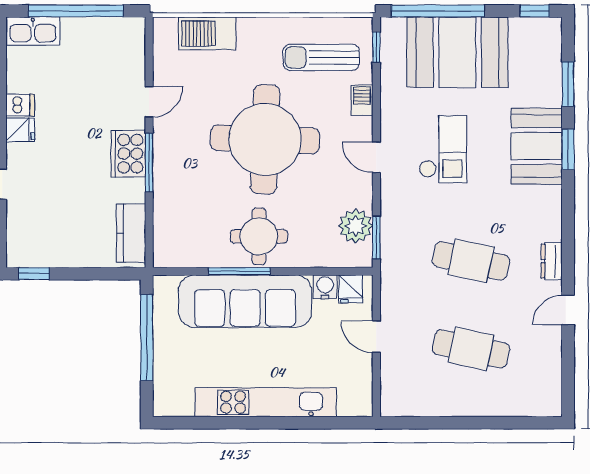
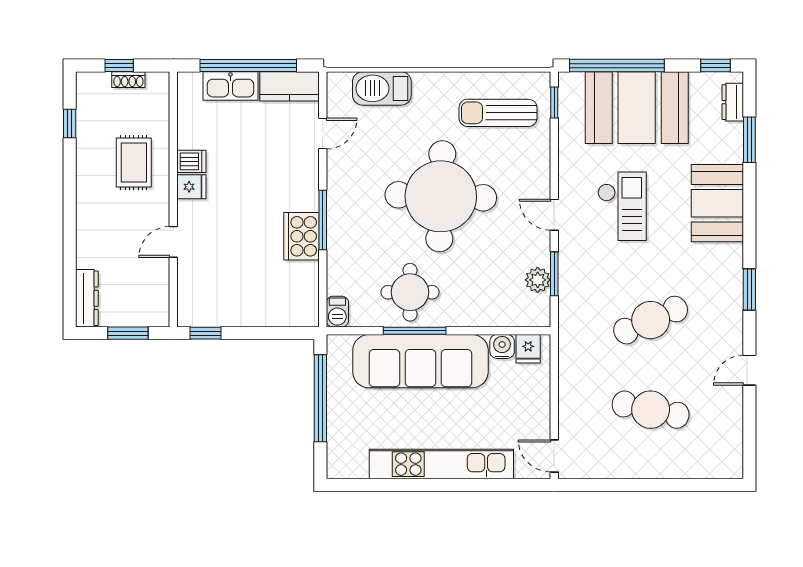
kitchen sink: (33, 31) -> (230, 86), moved
barbecue: (362, 100) -> (337, 312), moved, turned 180
door: (149, 102) -> (323, 134), moved
window: (568, 149) -> (749, 290), moved
cooker: (128, 154) -> (302, 236), moved
plant: (356, 226) -> (538, 280), width x0.73, depth x0.73
kitchen counter: (131, 233) -> (289, 86), moved, turned -90
round table: (259, 236) -> (410, 292), moved
window: (376, 238) -> (554, 274), moved
cafe table: (471, 261) -> (651, 320), turned -36
dresser: (552, 261) -> (733, 102), moved
door: (376, 337) -> (554, 456), moved

